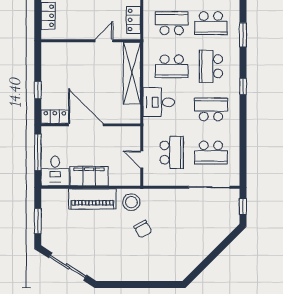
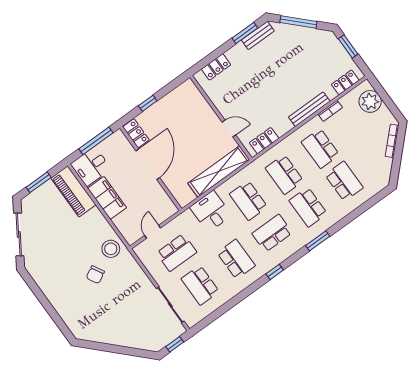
school desk: (172, 23) -> (284, 174), turned 180
piano: (92, 199) -> (73, 191), moved

